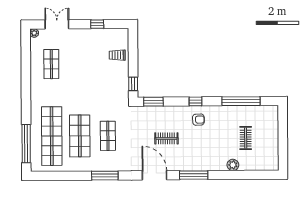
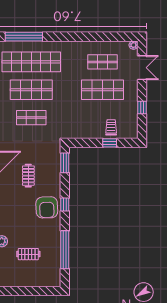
shop shelf: (79, 64) -> (103, 90), added
window: (133, 84) -> (110, 143), moved
armchair: (198, 120) -> (47, 207), width x1.88, depth x1.88

